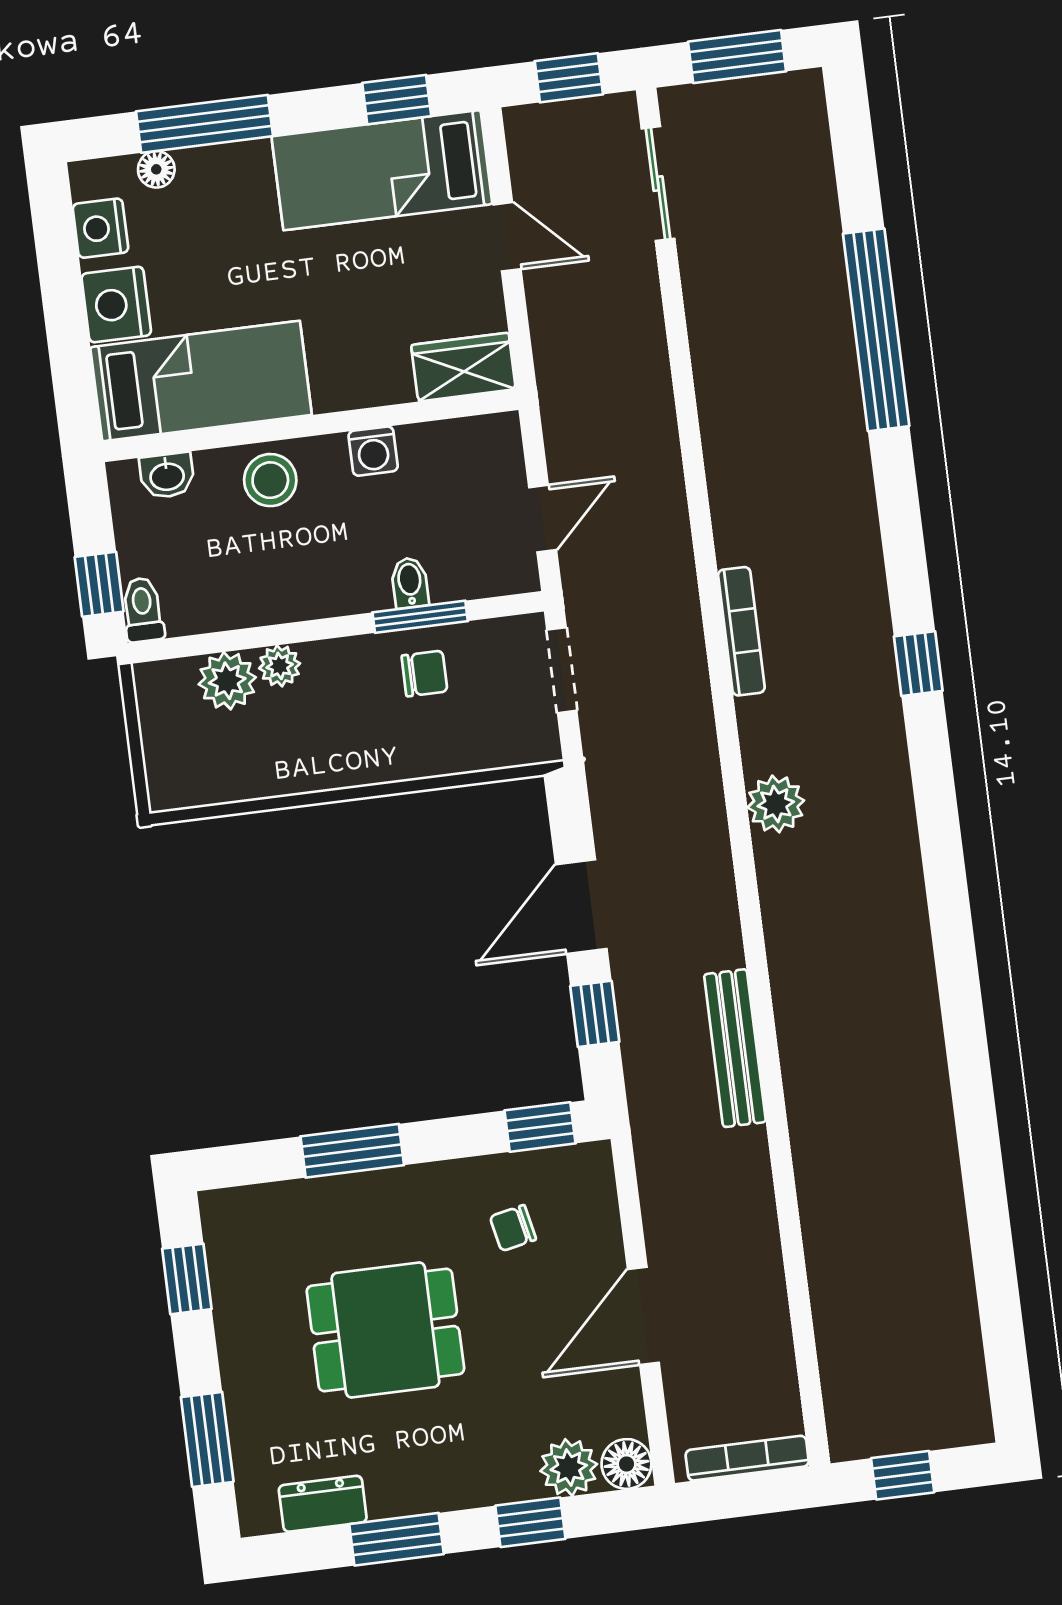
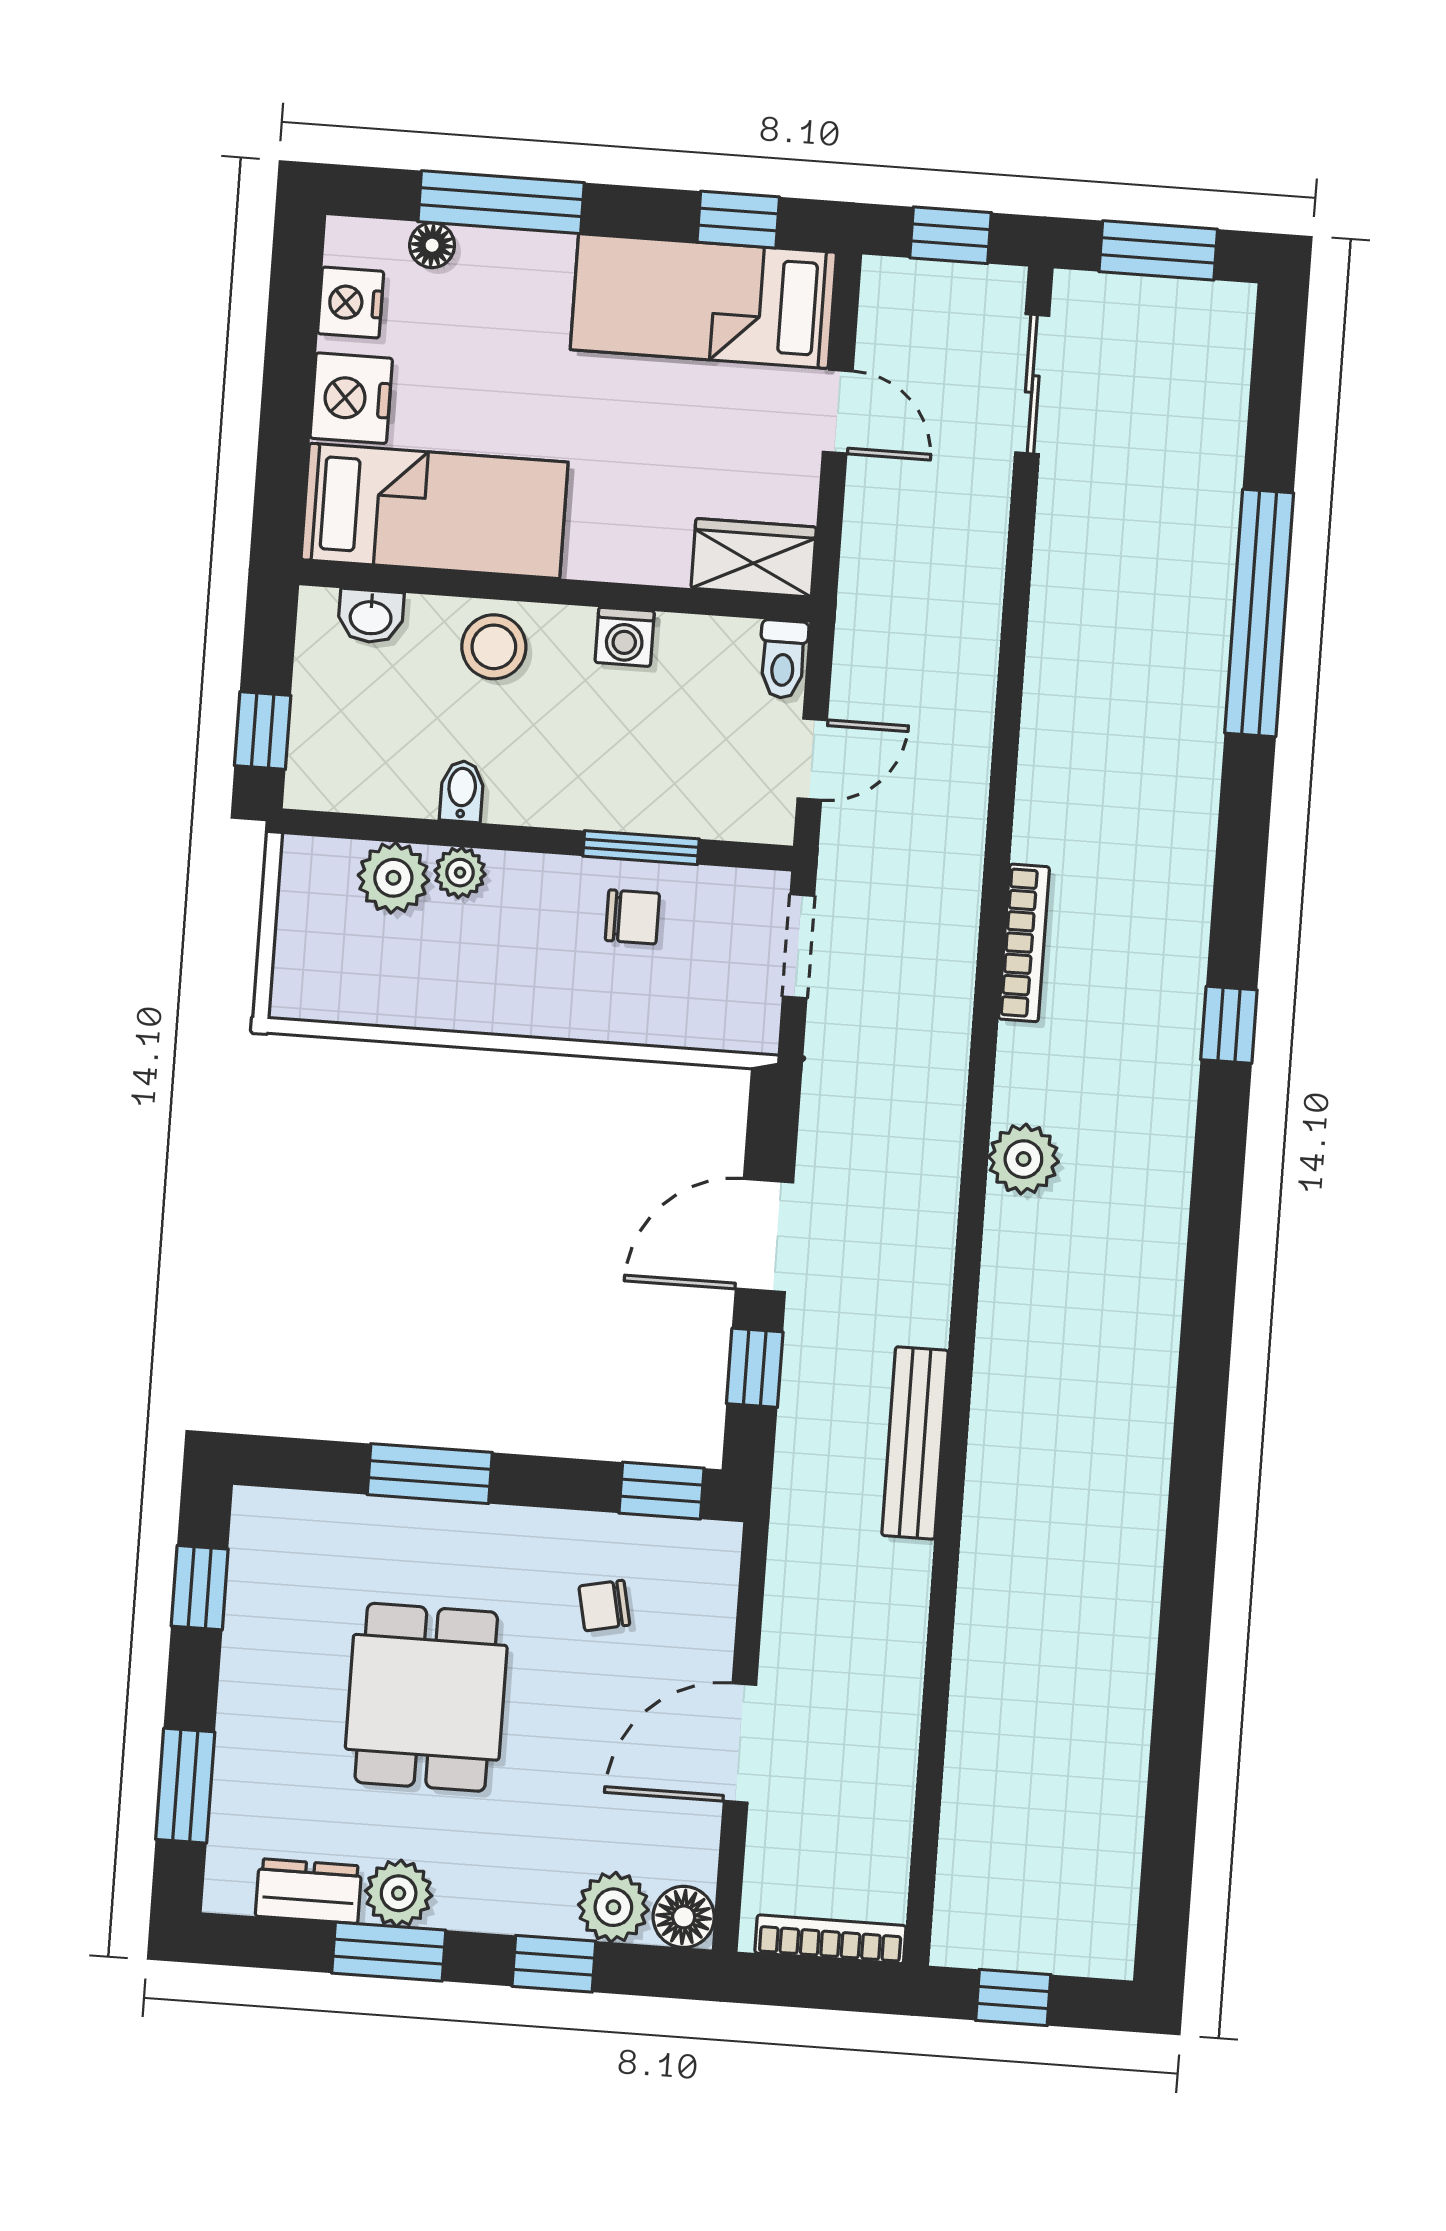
bidet: (410, 583) -> (462, 791), moved
toilet: (143, 610) -> (783, 659), moved, turned 180
dining table: (385, 1330) -> (426, 1697), turned 90
plant: (395, 1491) -> (399, 1893), added

